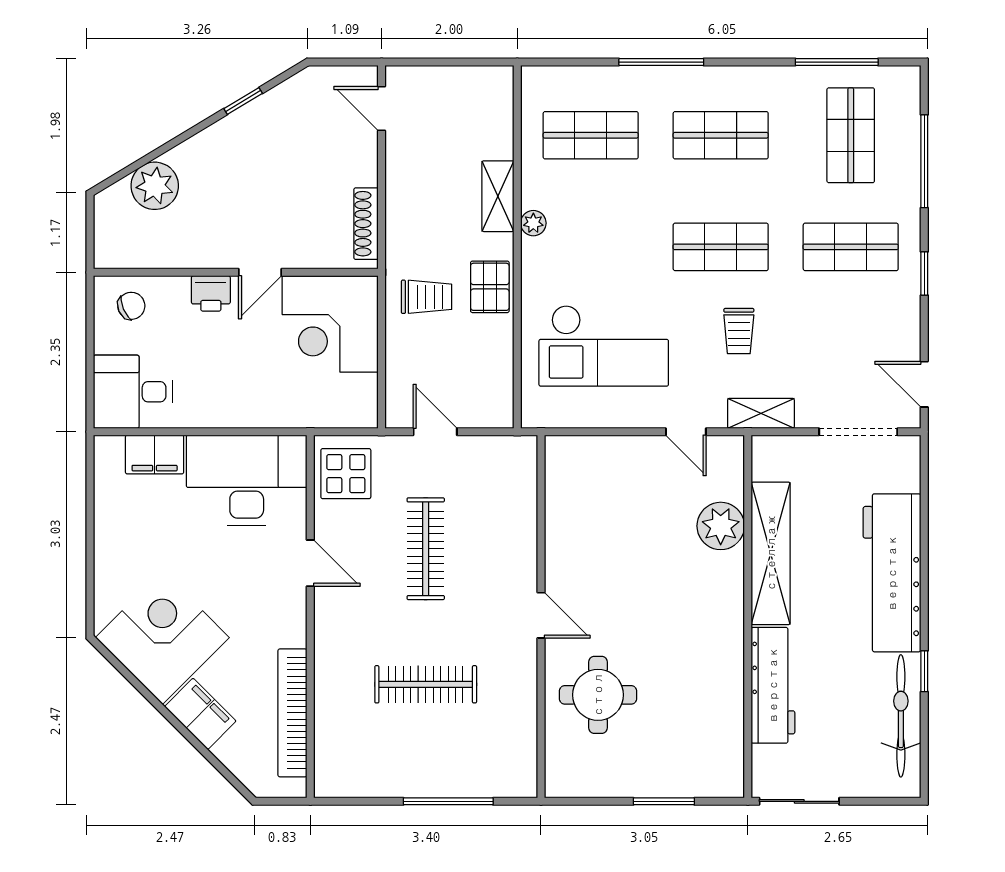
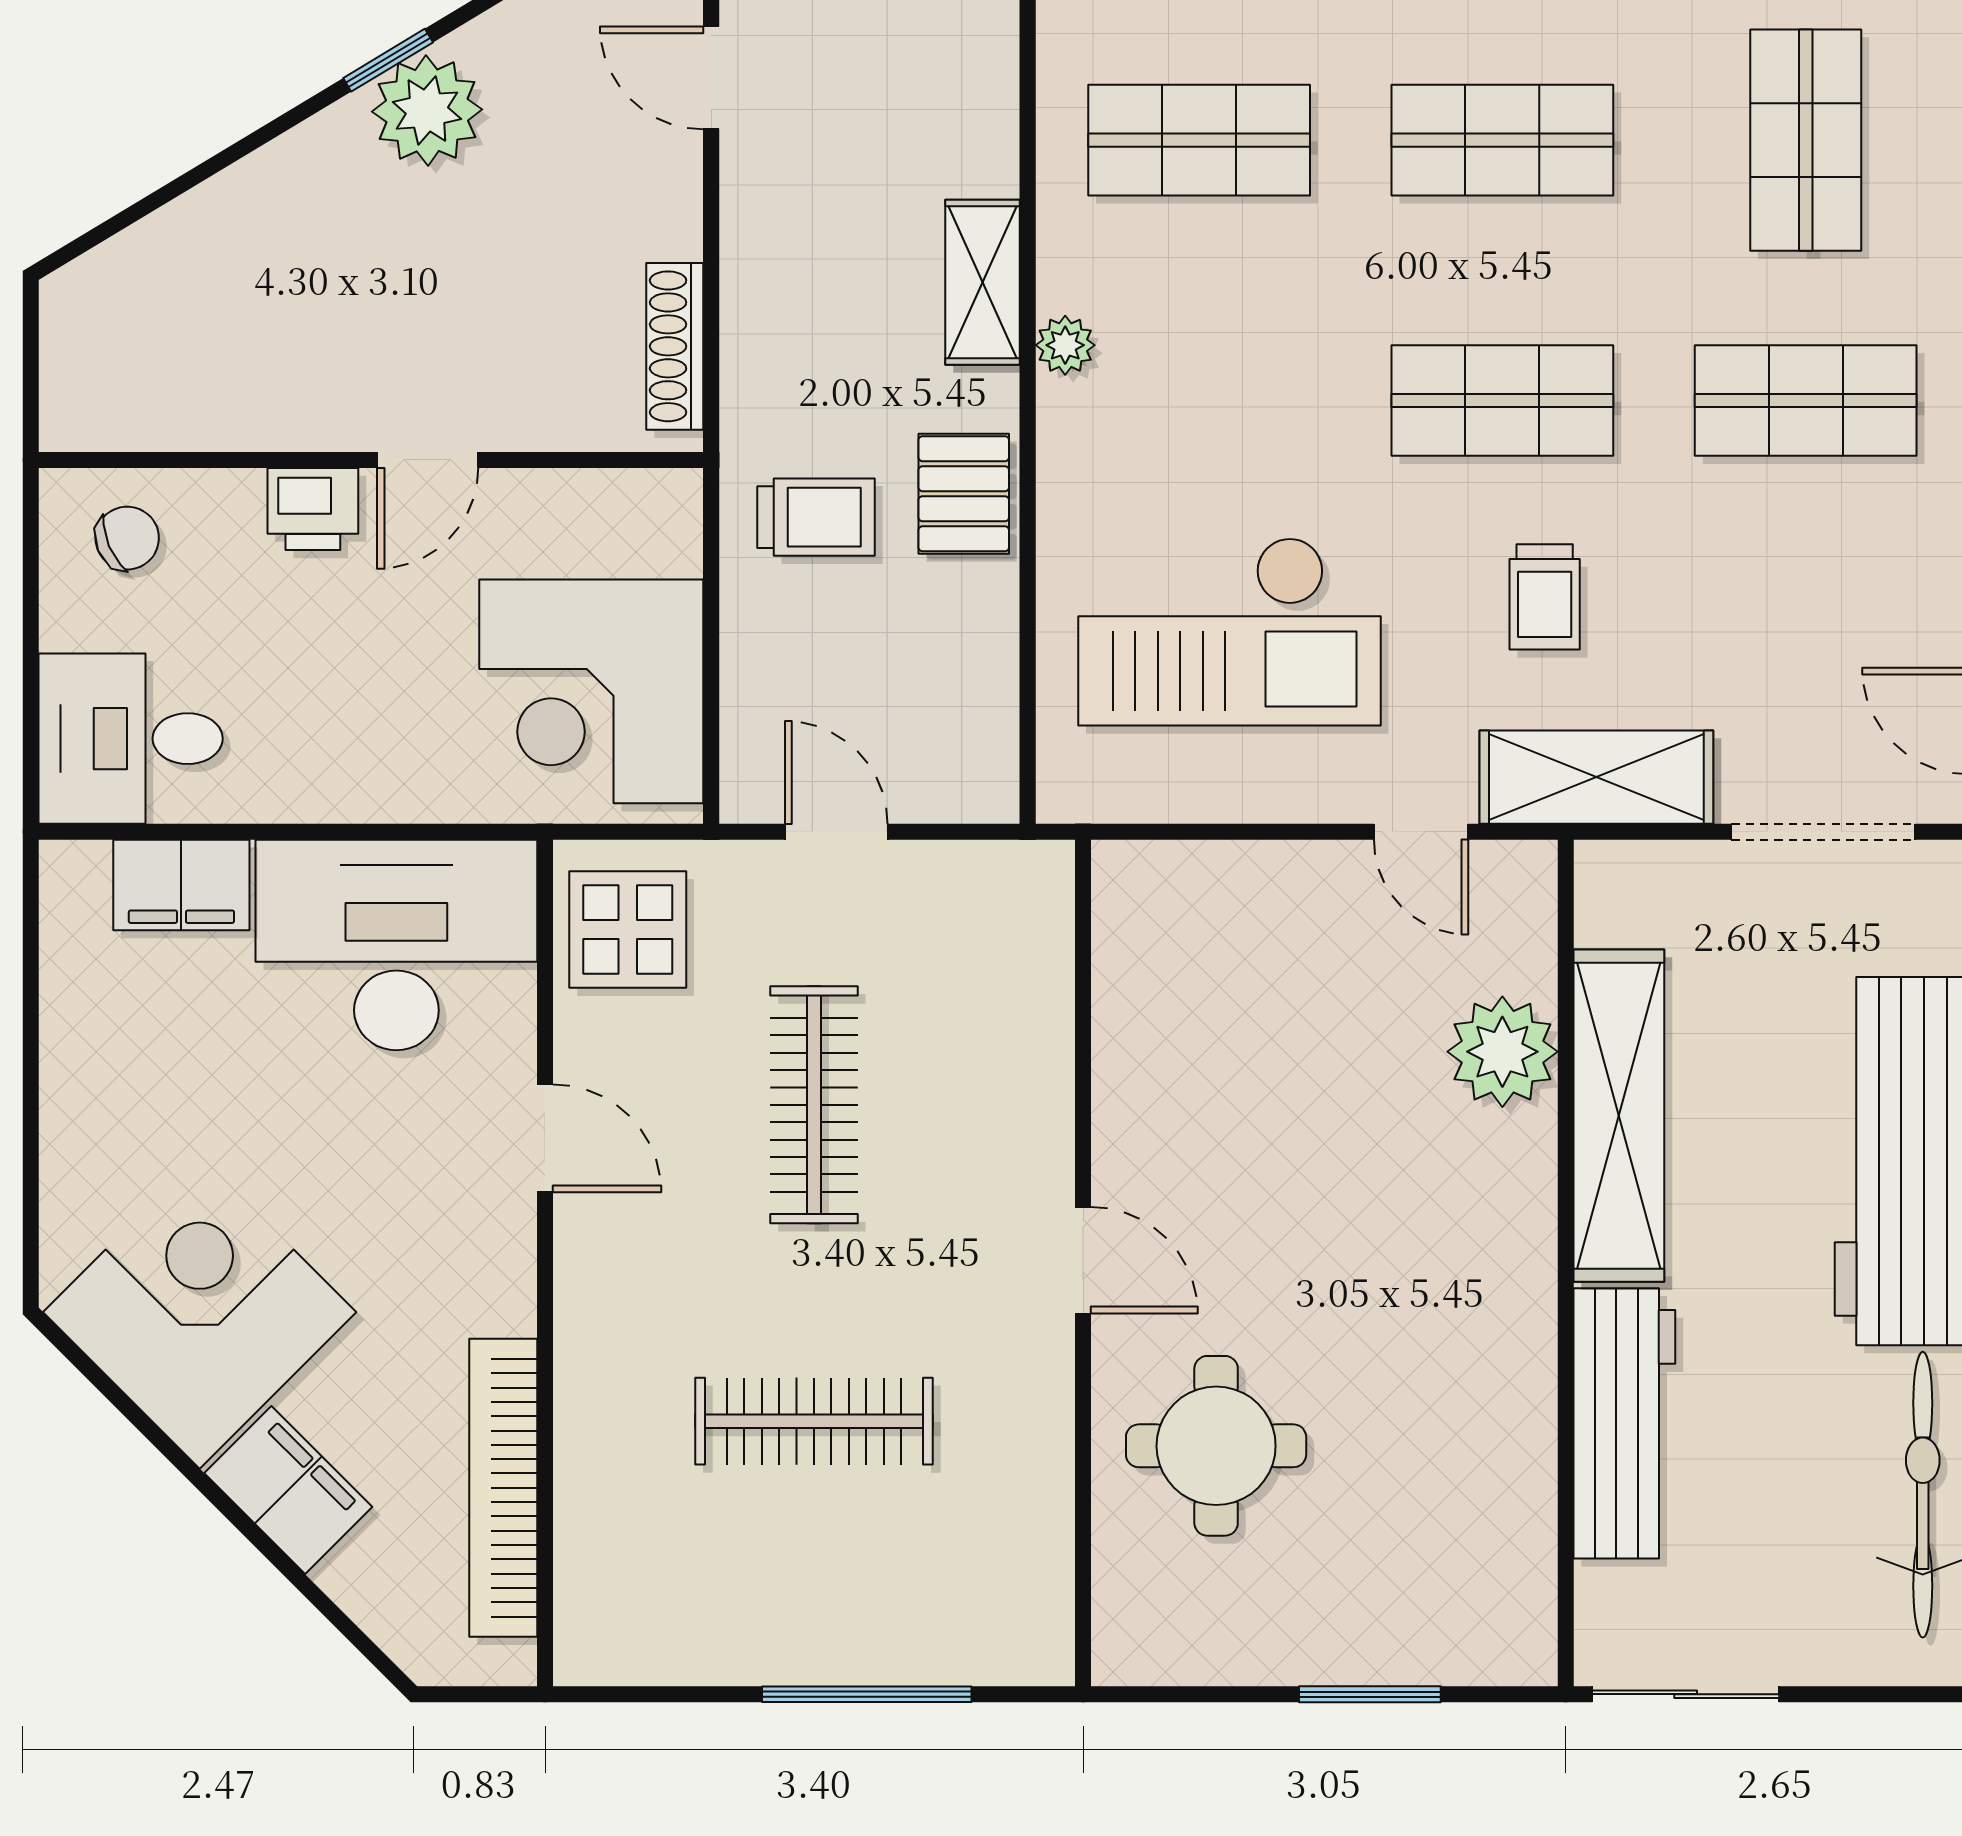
plant: (155, 186) -> (427, 111), moved
corner desk: (330, 324) -> (591, 691), moved
shelving: (761, 413) -> (1596, 777), width x1.50, depth x1.33

